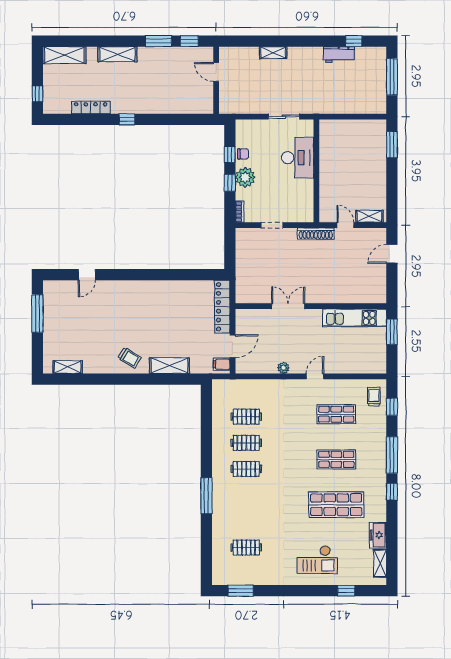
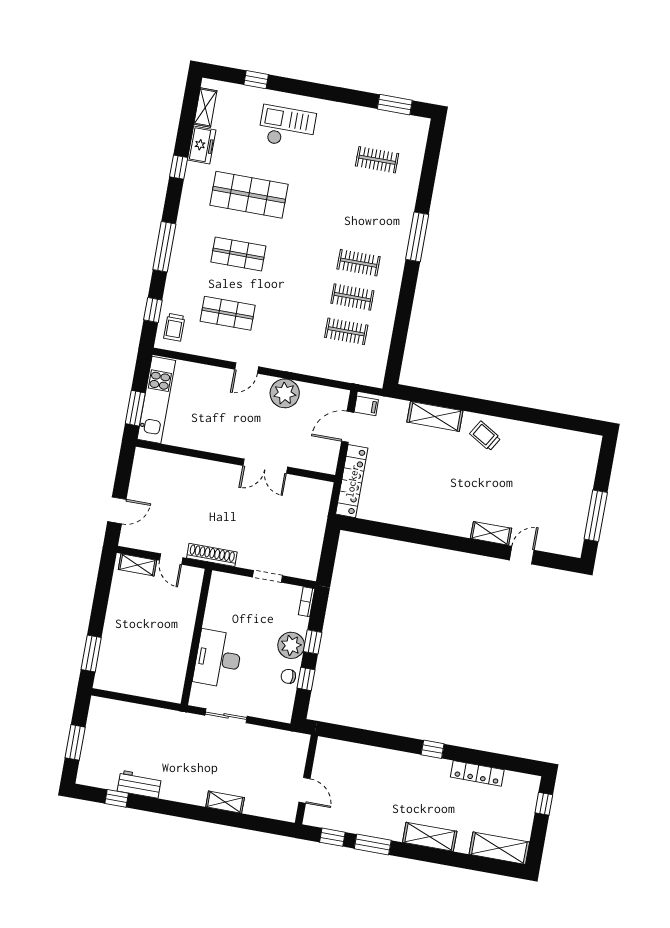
window: (392, 77) -> (75, 742), width x0.69
kitchen unit: (355, 318) -> (156, 400), moved, turned 90
shelving: (68, 367) -> (491, 533), moved
plant: (283, 368) -> (285, 393), width x1.87, depth x1.87
window: (392, 492) -> (179, 167), moved

